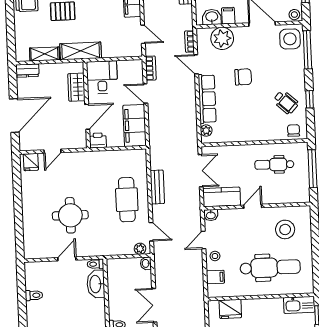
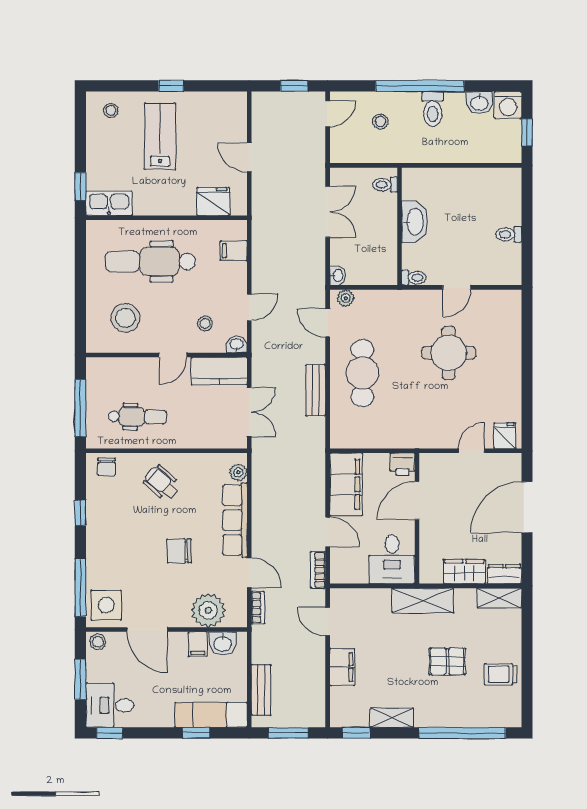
shelving: (44, 54) -> (499, 598), moved
wardrobe: (76, 87) -> (464, 572), moved, turned -90
wheelchair: (286, 102) -> (162, 483), moved
double door: (201, 171) -> (249, 412), swing flipped
stool: (215, 256) -> (205, 324), moved
washbasin: (96, 284) -> (415, 222), moved

